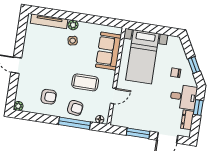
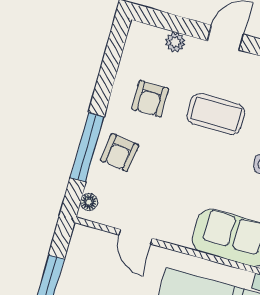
coffee table: (85, 82) -> (216, 114), moved, turned 90
plant: (18, 106) -> (175, 42), moved

